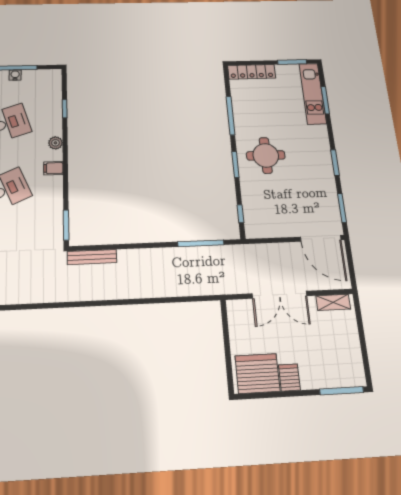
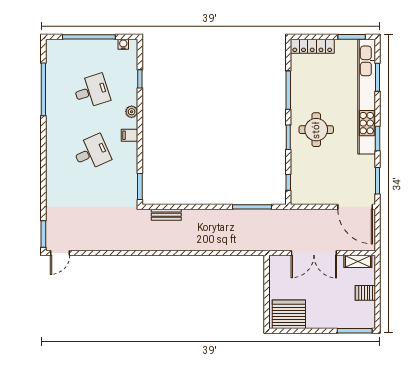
water cooler: (15, 75) -> (123, 44), moved
kitchen unit: (313, 93) -> (367, 97), width x1.86
bench: (92, 257) -> (166, 215), width x0.73
server rack: (289, 377) -> (365, 293), moved, turned -90

